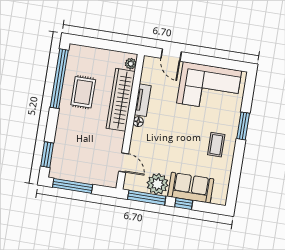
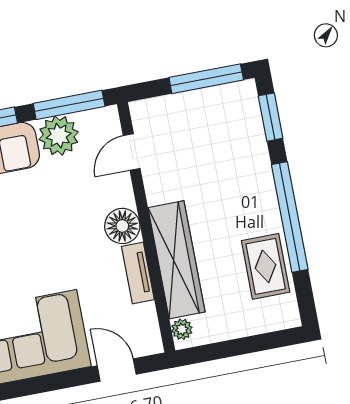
window: (59, 79) -> (290, 217), moved
rug: (83, 92) -> (266, 266), moved
floor lamp: (138, 122) -> (122, 226), width x1.89, depth x1.89
door: (124, 162) -> (132, 152), hinge flipped

